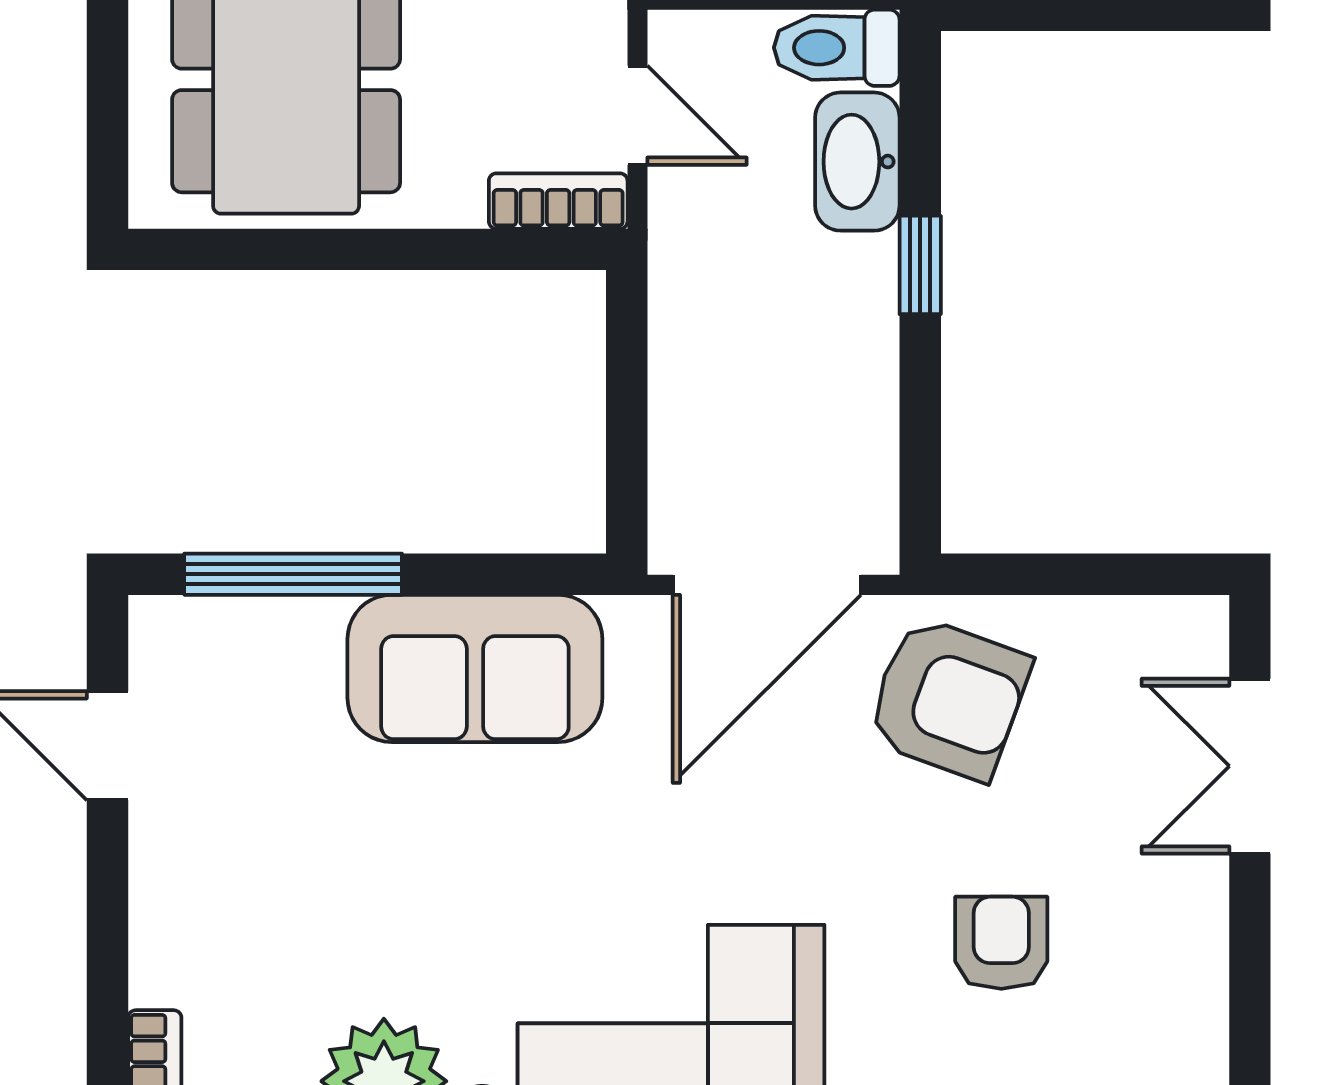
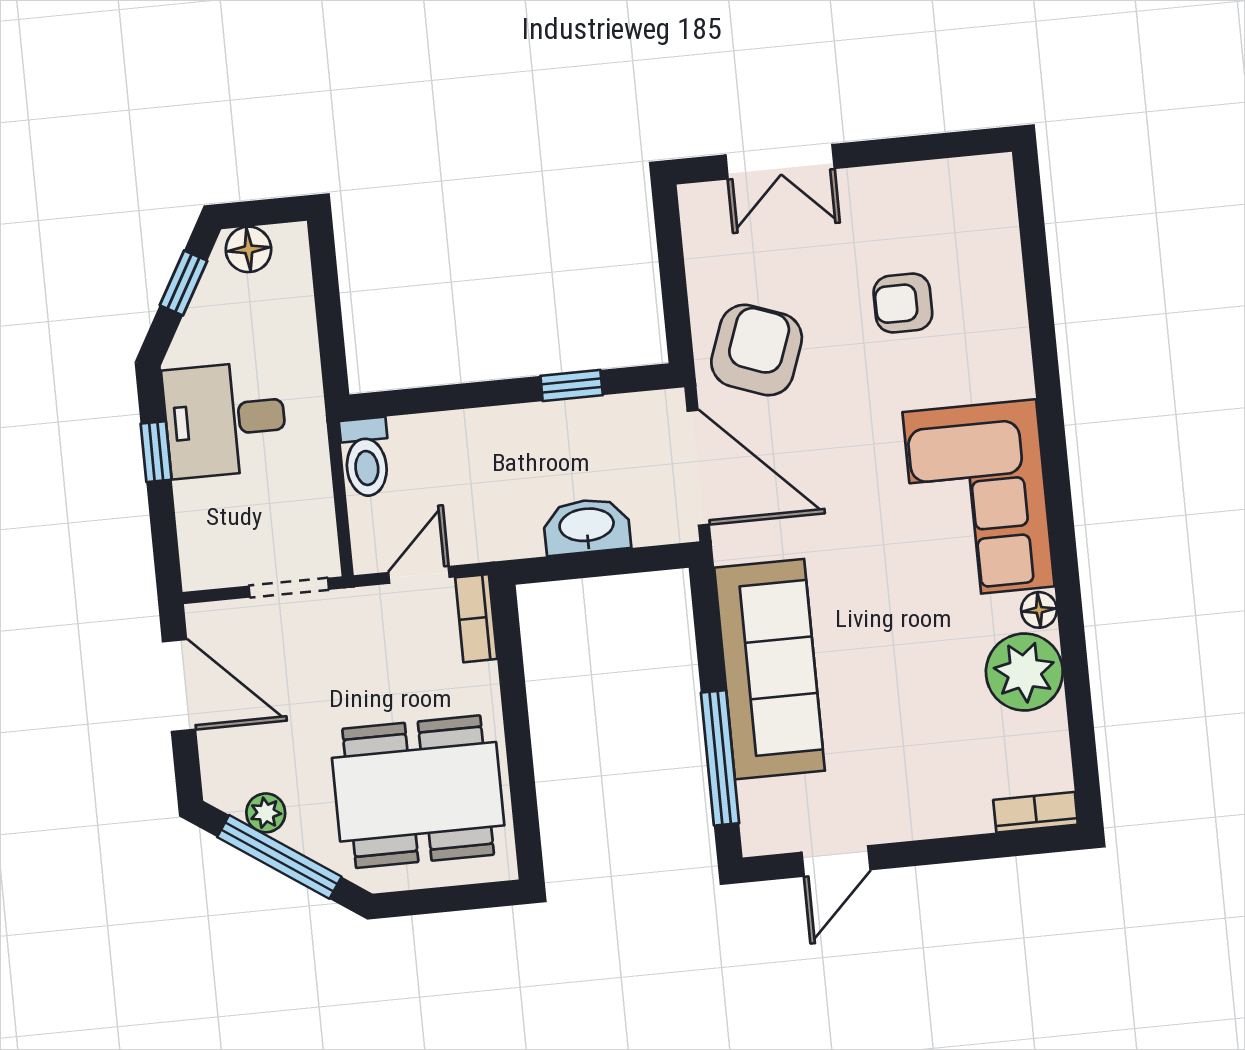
washbasin: (857, 162) -> (587, 526), moved, turned 180
window: (920, 265) -> (572, 386), moved
sofa: (475, 668) -> (770, 669), width x1.36

